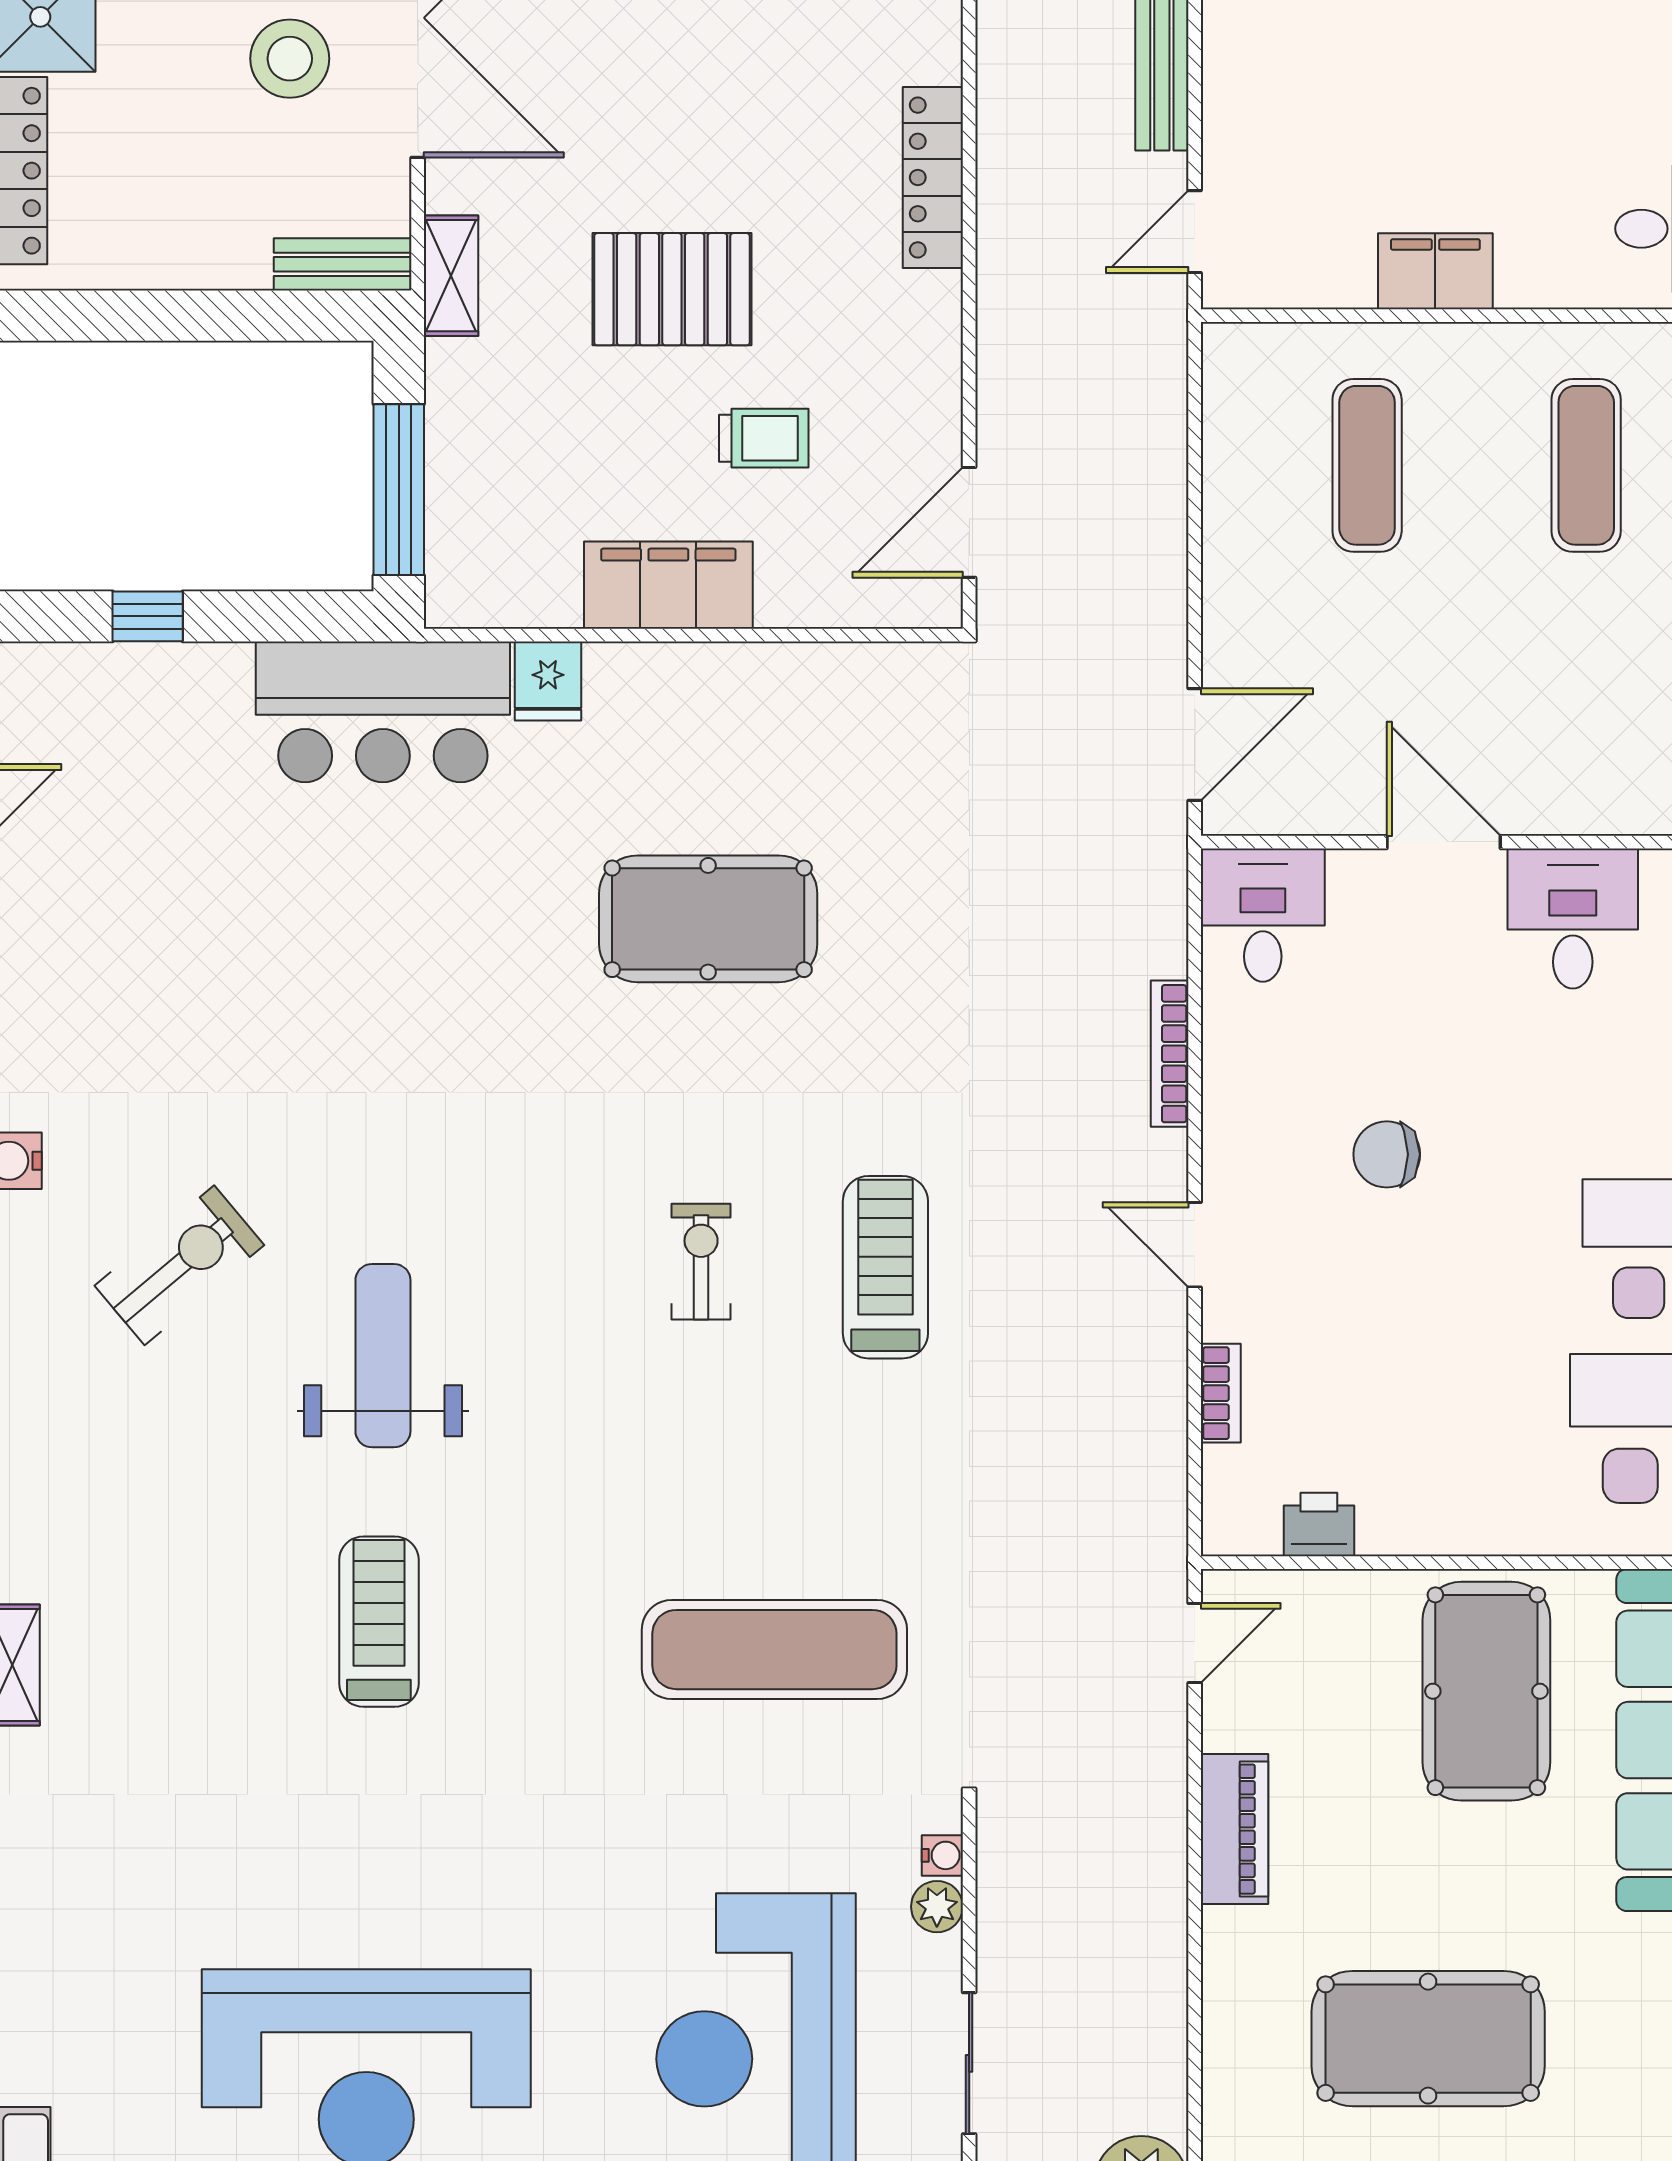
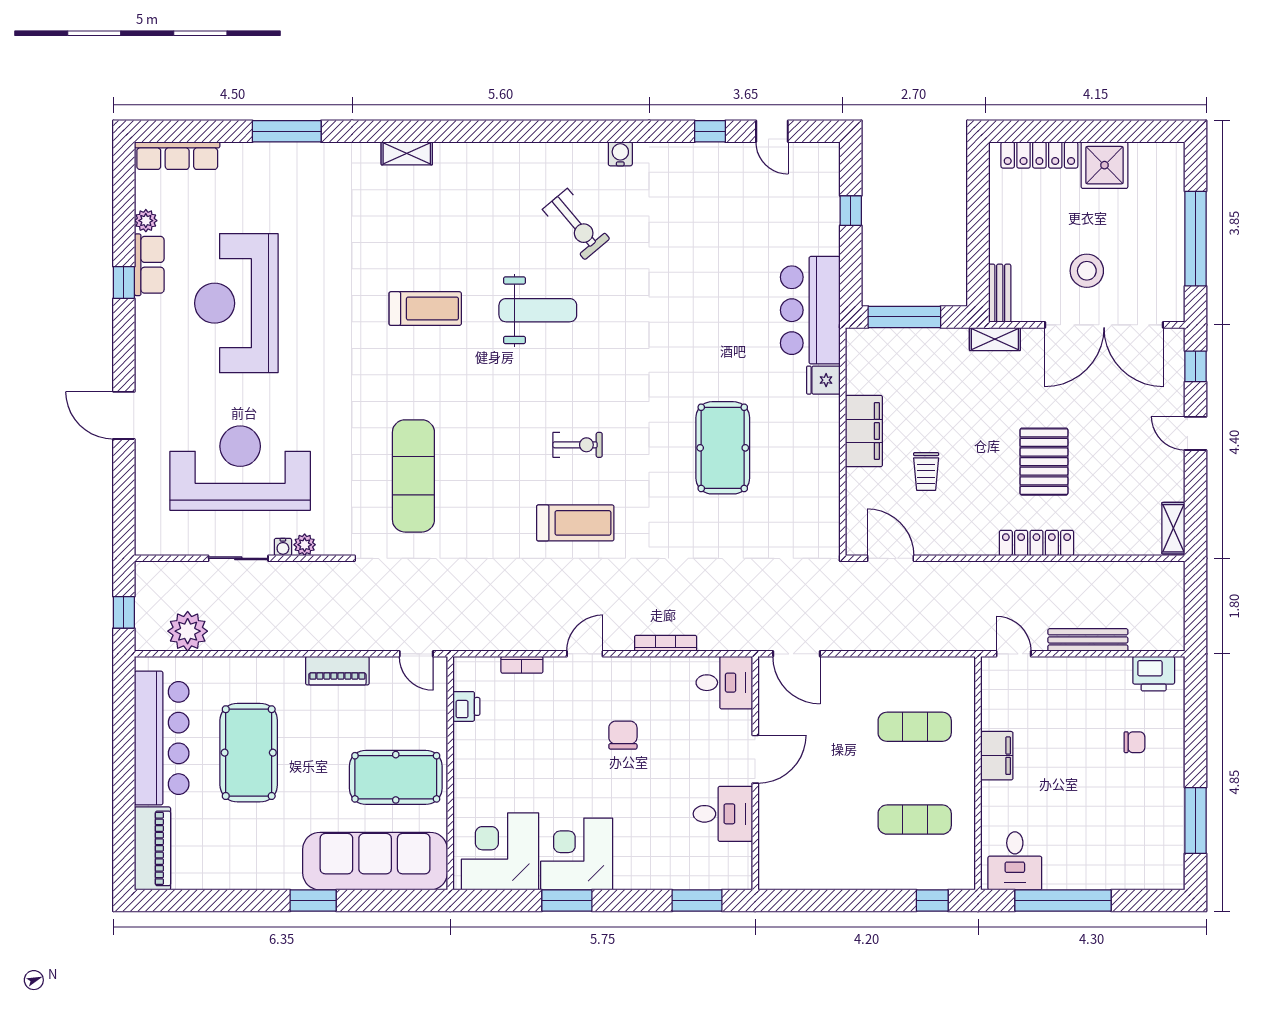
pallet: (672, 289) -> (1044, 462), moved
water cooler: (942, 1855) -> (283, 547), moved

